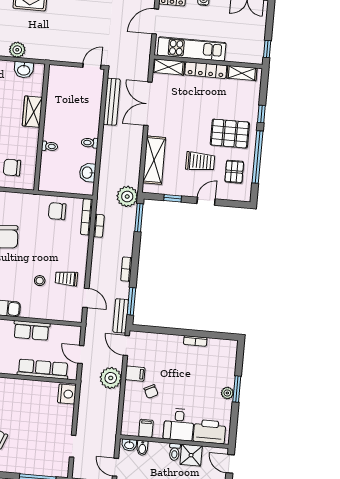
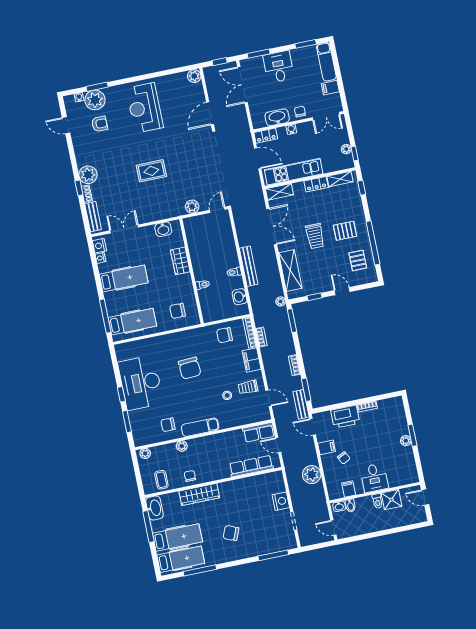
door: (155, 21) -> (258, 158), swing flipped
plant: (259, 41) -> (346, 149), added
plant: (17, 50) -> (192, 207), moved
locker: (206, 70) -> (316, 184), width x0.66
bench: (112, 102) -> (249, 266), moved
double door: (148, 104) -> (272, 227), swing flipped
window: (261, 114) -> (362, 188), moved
pallet: (230, 134) -> (345, 231), width x0.67, depth x0.71
trolley: (200, 162) -> (315, 236), moved, turned 90
plant: (127, 196) -> (281, 301), width x0.53, depth x0.53
door: (206, 201) -> (342, 291), hinge flipped
filing cabinet: (80, 249) -> (252, 360), added
row of seats: (32, 330) -> (259, 432), moved
plant: (111, 378) -> (312, 475), moved
nightstand: (67, 394) -> (281, 501), moved
printer: (209, 432) -> (345, 417), moved, turned 180

